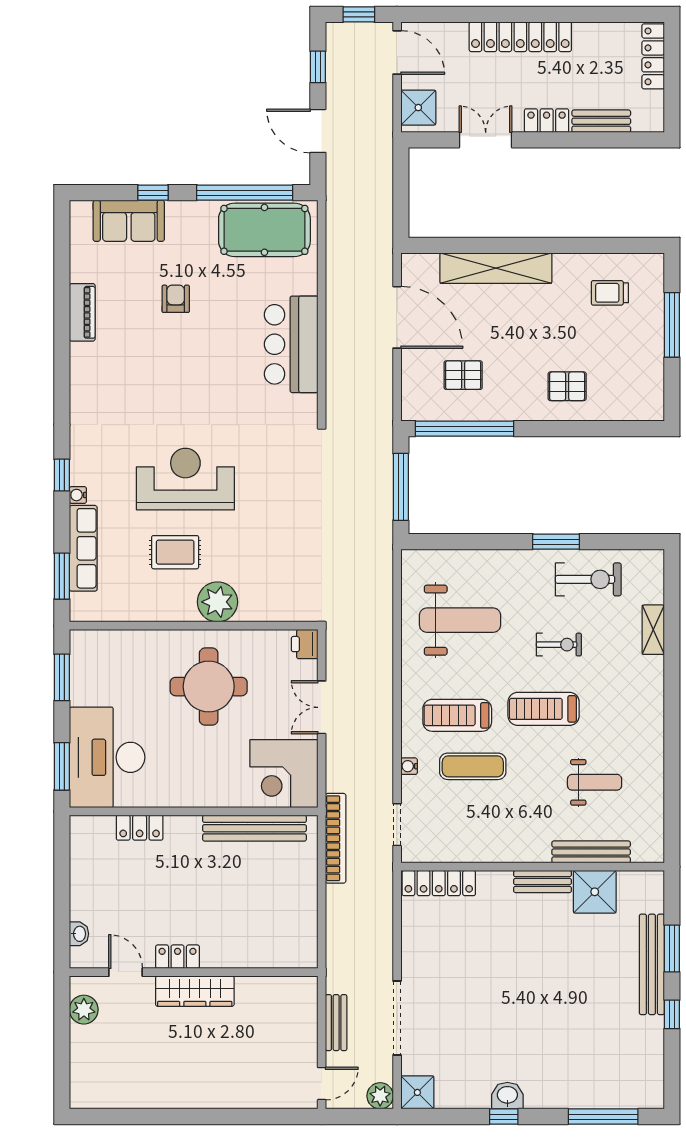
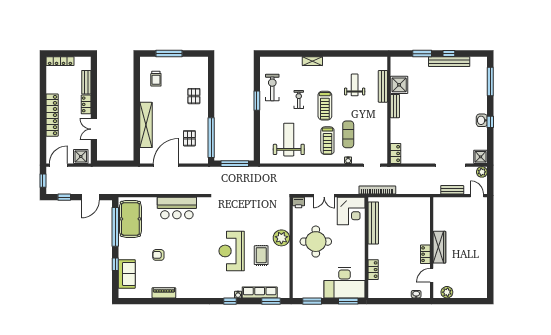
shelving: (653, 630) -> (312, 61), moved
locker: (439, 883) -> (396, 153), width x0.66
bench: (652, 964) -> (449, 62), moved

